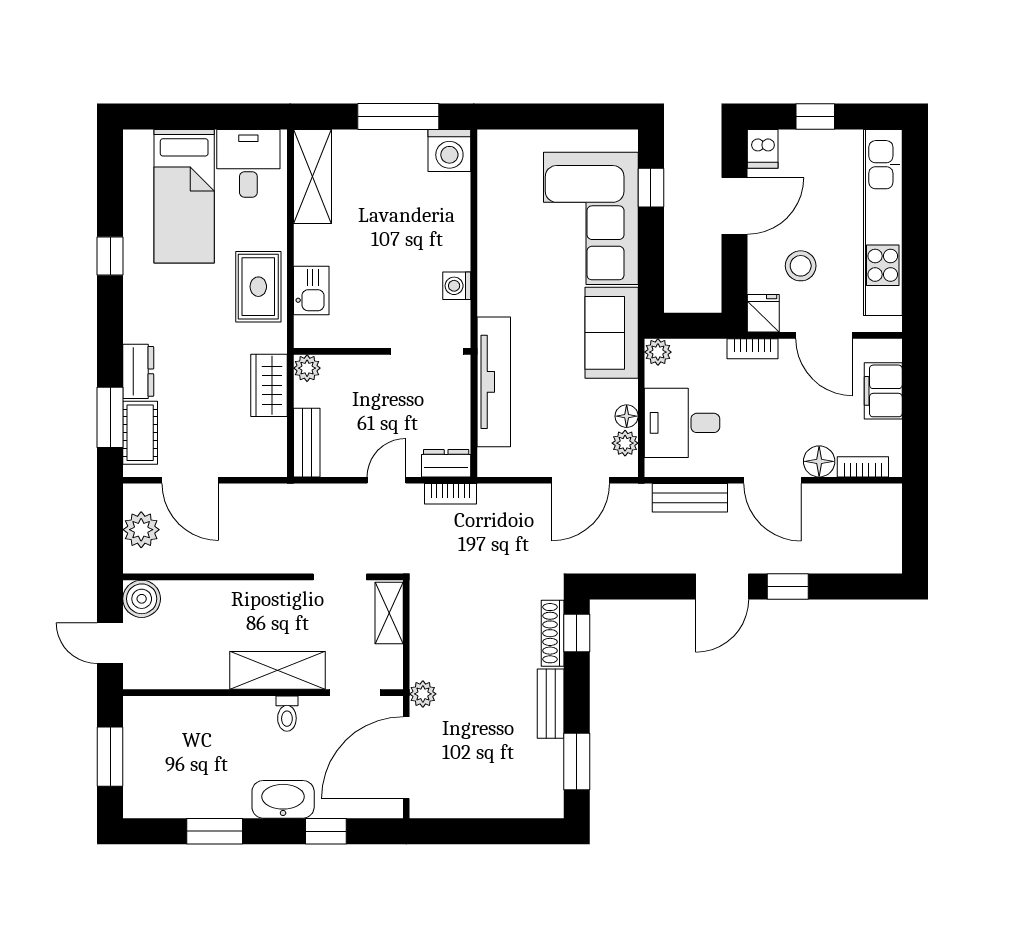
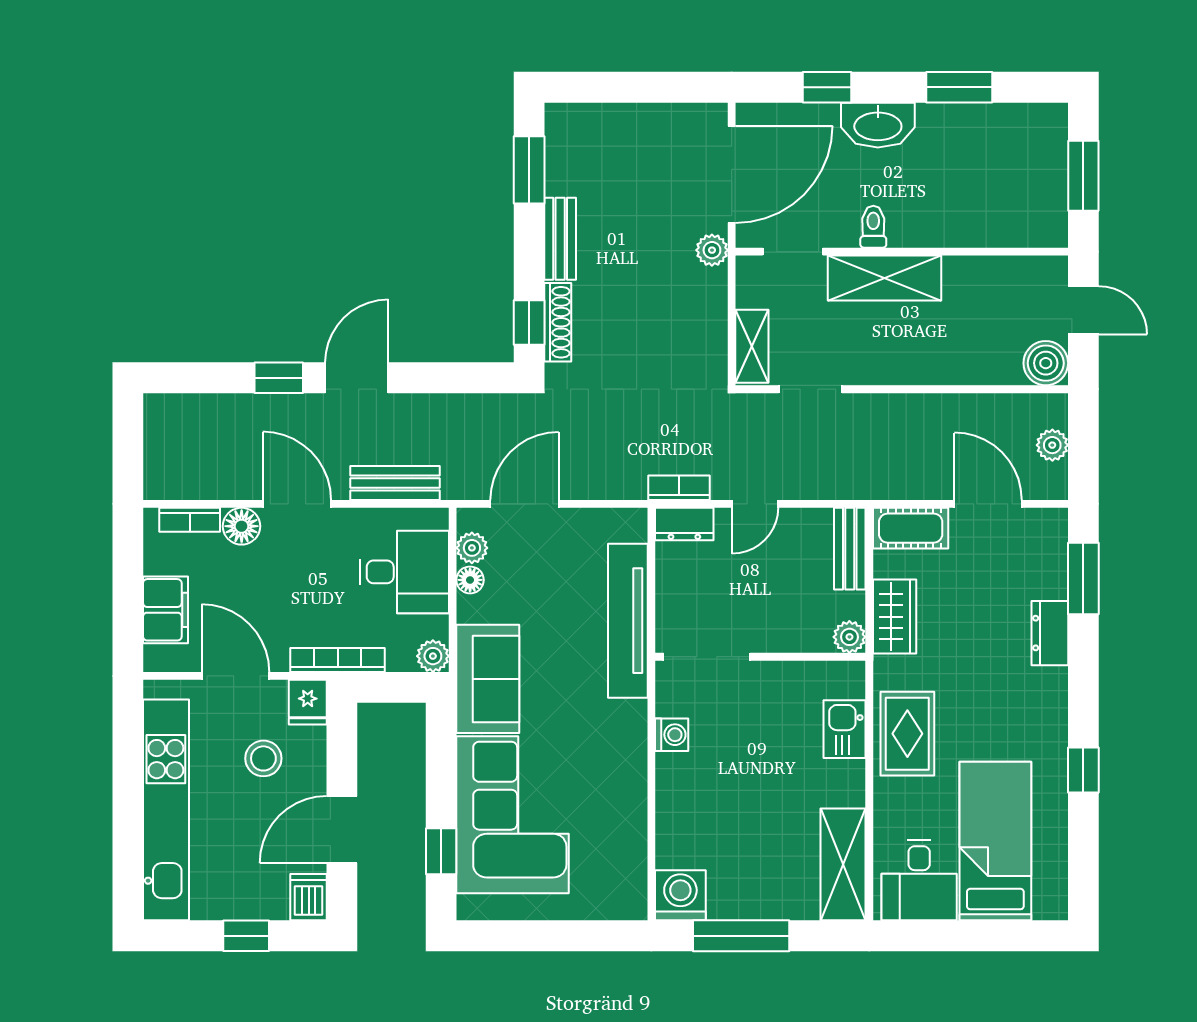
bookcase: (753, 349) -> (338, 660), width x1.56
cot: (140, 433) -> (911, 528), moved, turned 90
plant: (141, 530) -> (1052, 445), width x0.73, depth x0.73

